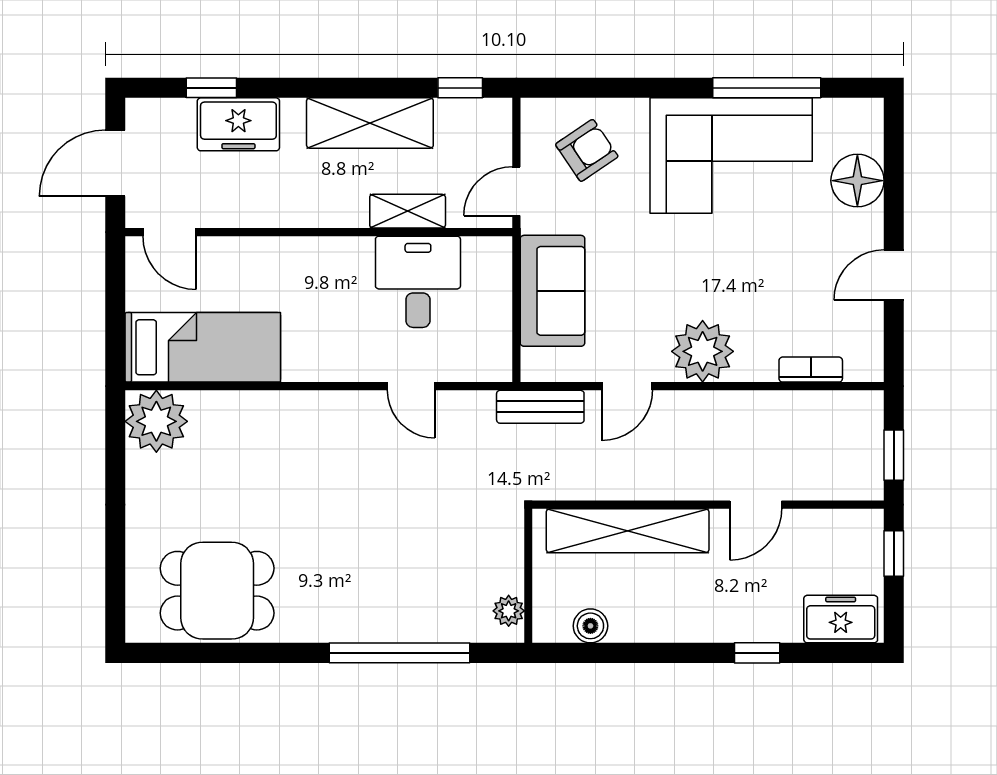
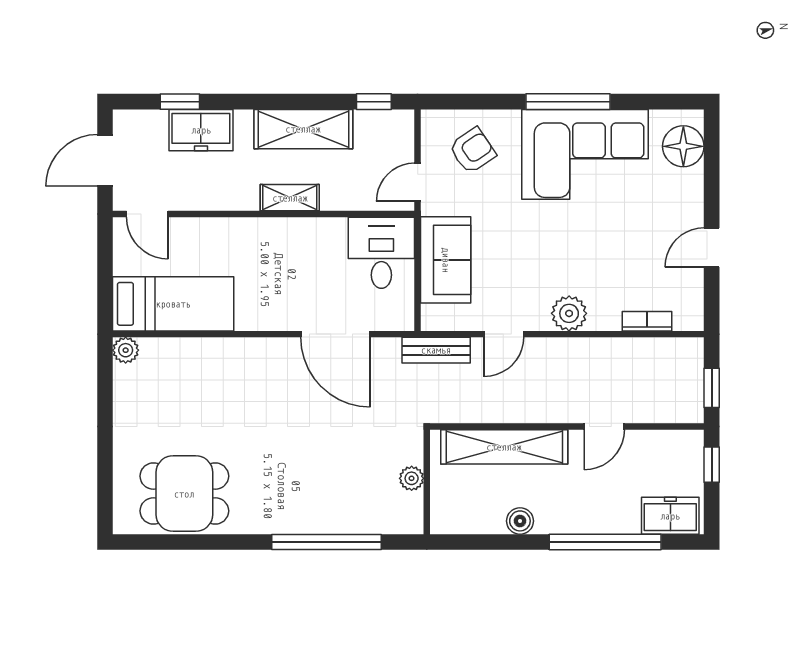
window: (767, 88) -> (568, 102), moved
floor lamp: (857, 181) -> (683, 146), moved
shelving: (408, 211) -> (290, 198), moved
desk: (418, 282) -> (381, 253), moved
plant: (703, 351) -> (569, 313), width x0.73, depth x0.73
door: (411, 386) -> (335, 334), width x1.88
plant: (156, 421) -> (126, 350), width x0.53, depth x0.53
plant: (509, 611) -> (412, 478), moved
boiler: (590, 626) -> (520, 521), moved
window: (757, 653) -> (605, 542), width x3.17

